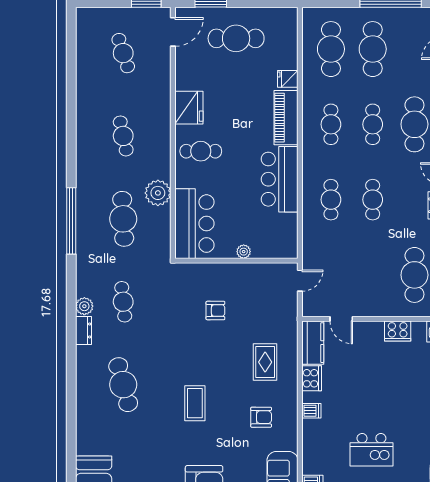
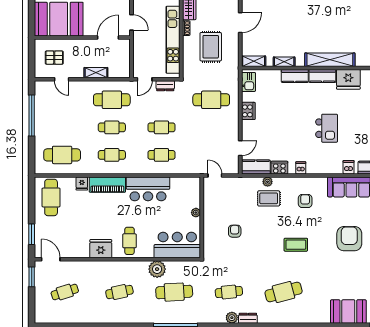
cafe table: (236, 38) -> (51, 197), moved
cafe table: (373, 49) -> (62, 127), removed
plant: (290, 360) -> (268, 182), added

